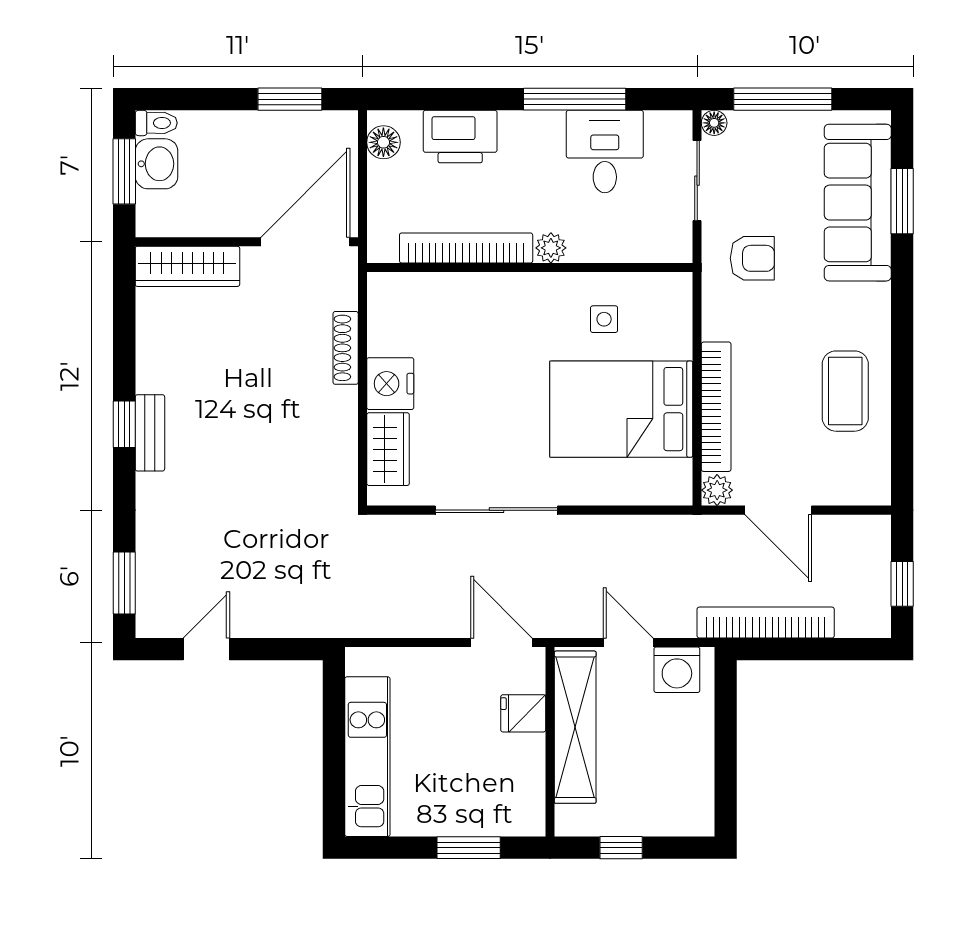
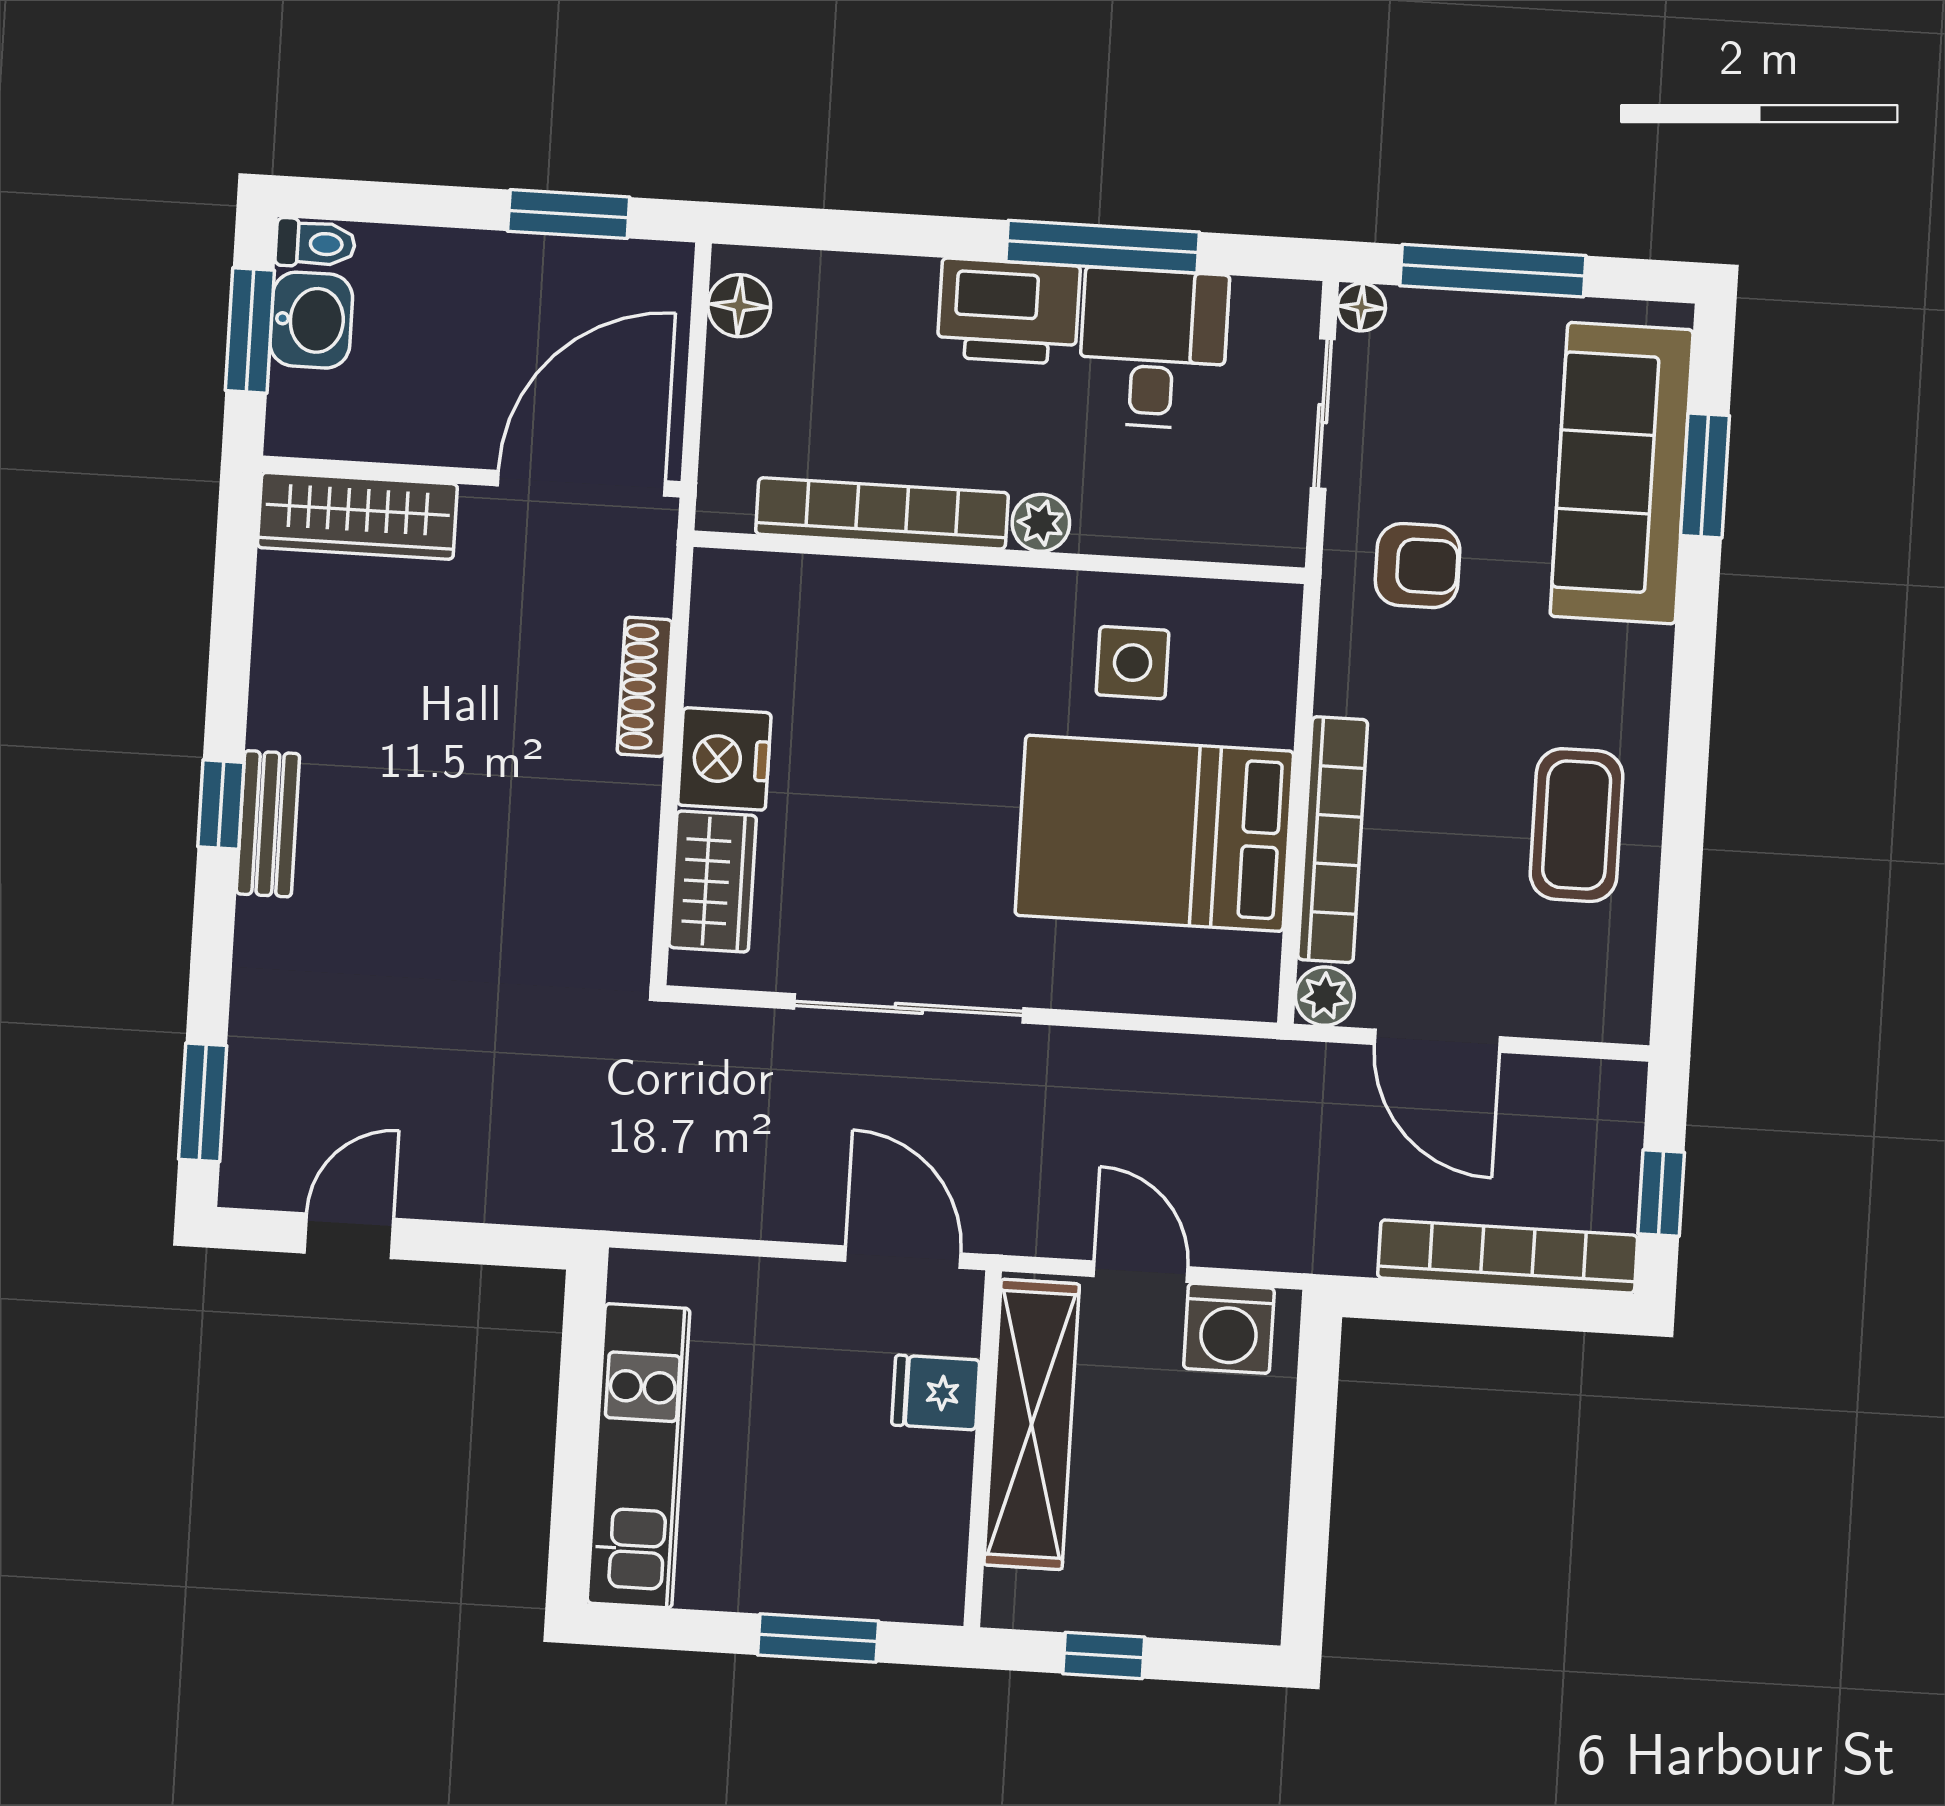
printer: (460, 137) -> (1009, 311), moved
side table: (604, 319) -> (1133, 663), width x1.37, depth x1.37
bookcase: (766, 623) -> (1508, 1257), moved

